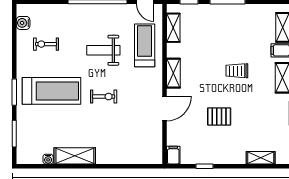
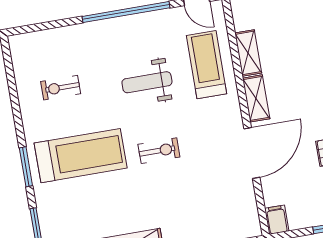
water cooler: (23, 23) -> (21, 62), removed
shelving: (173, 28) -> (248, 53), moved
door: (164, 109) -> (252, 153), width x1.36

